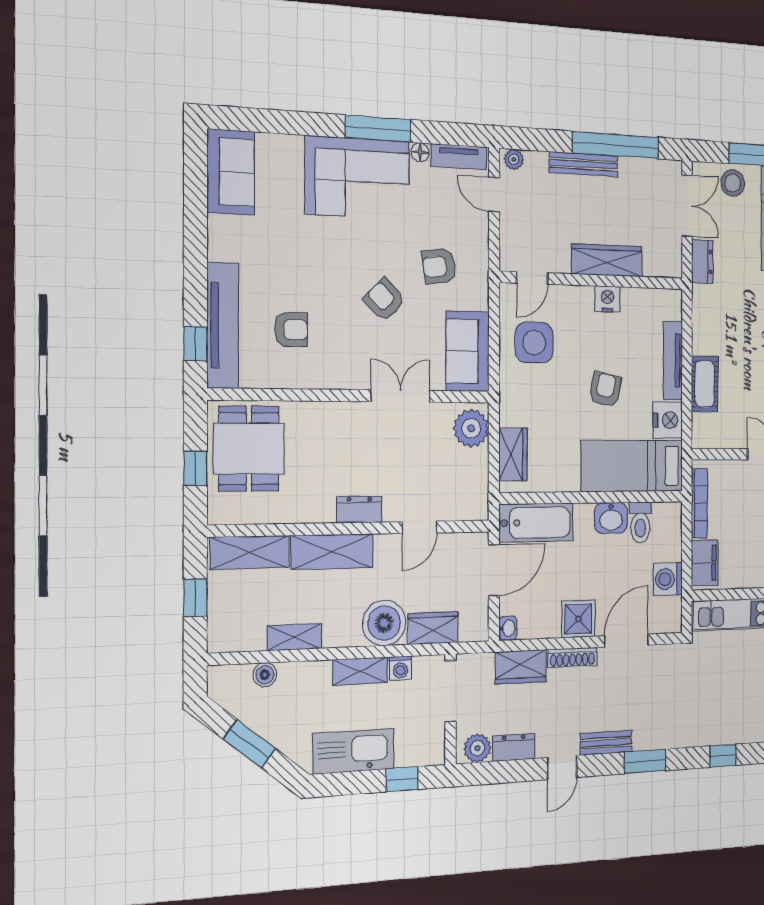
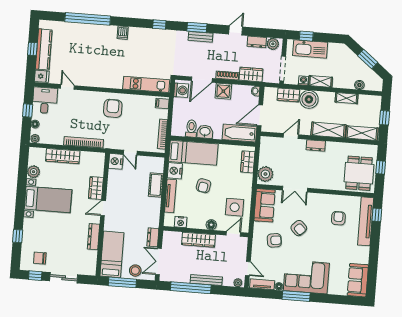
floor lamp: (582, 297) -> (211, 225), added
nightstand: (607, 299) -> (181, 222), moved
armchair: (291, 330) -> (338, 218), turned 90
filing cabinet: (705, 563) -> (162, 103), width x0.50
washing machine: (668, 579) -> (181, 90), moved
bench: (606, 743) -> (201, 37), moved
kitchen sink: (354, 751) -> (310, 49), moved

